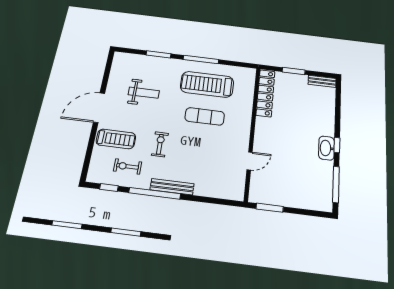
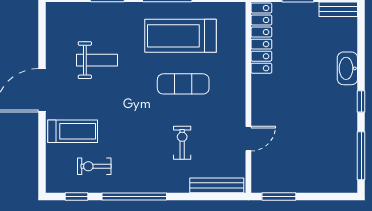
exercise bike: (160, 144) -> (182, 143), moved
washbasin: (326, 148) -> (347, 68), moved
bench: (172, 187) -> (217, 185), moved

